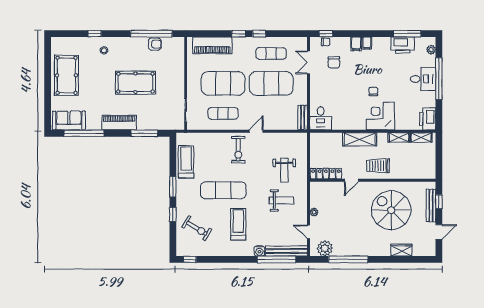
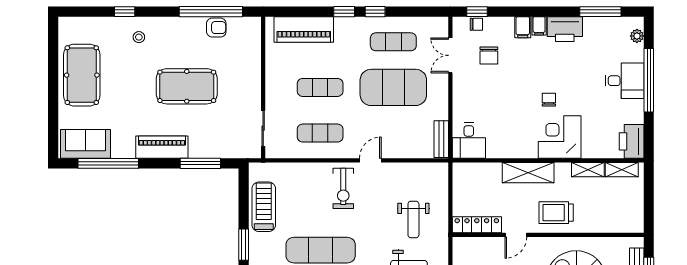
printer: (403, 45) -> (565, 29), moved
exercise mat: (223, 83) -> (320, 87), width x0.50, depth x0.69

